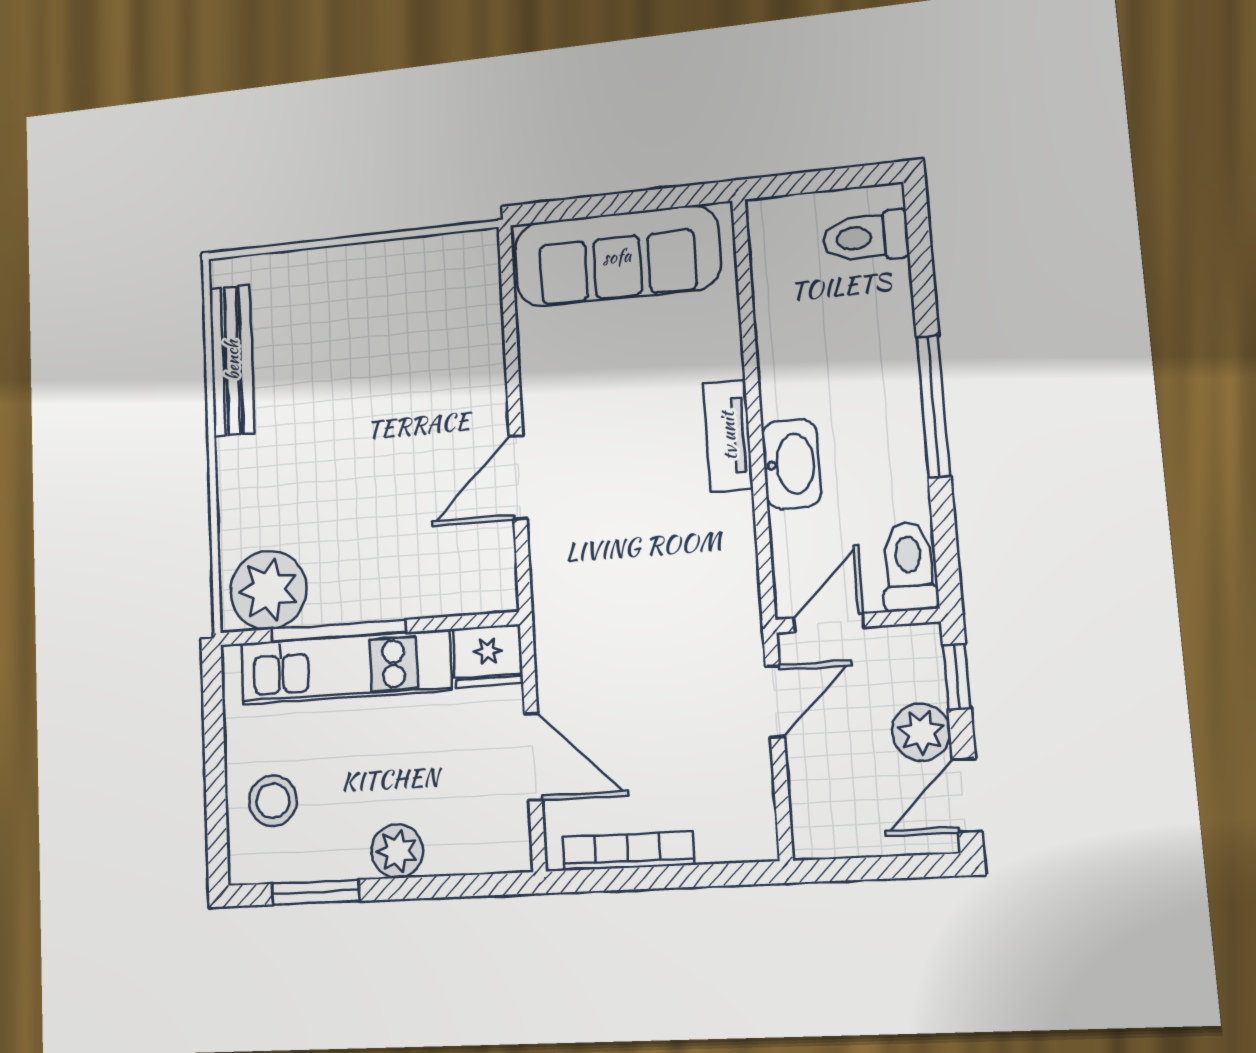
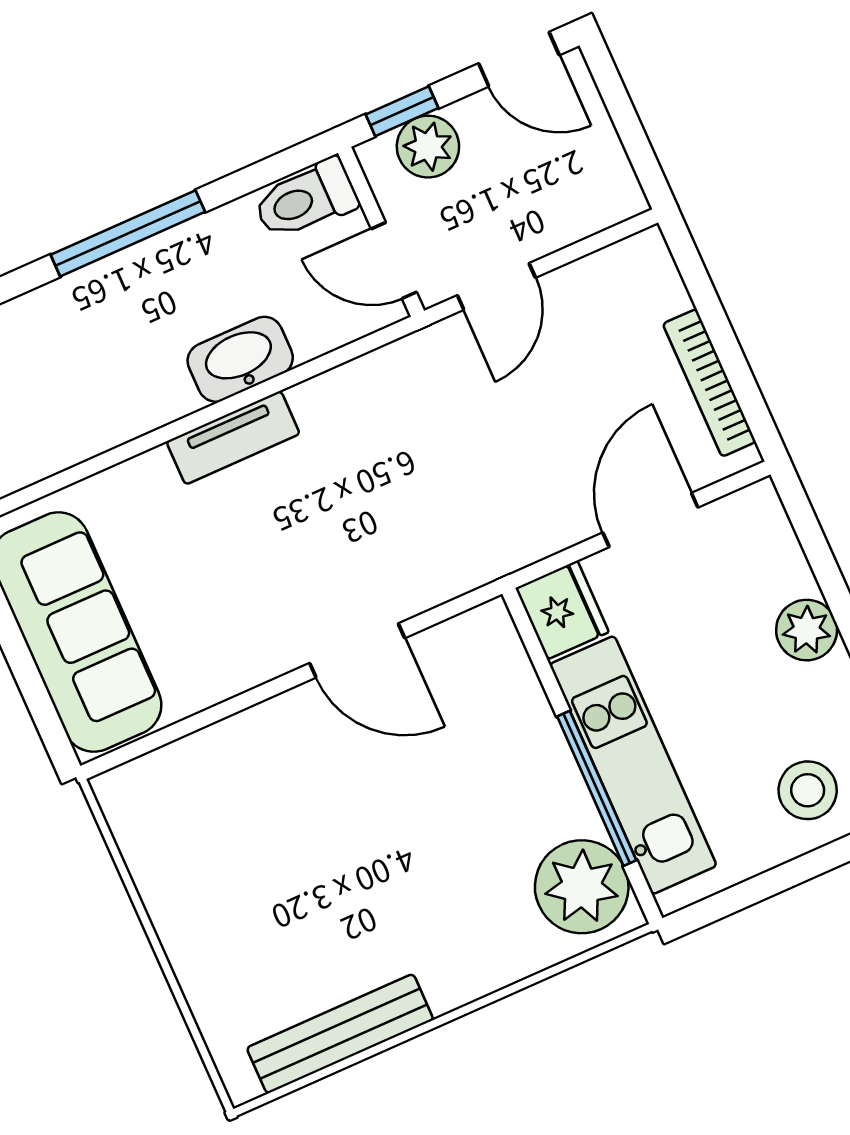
door: (775, 701) -> (496, 287), swing flipped
plant: (921, 732) -> (428, 147), moved

